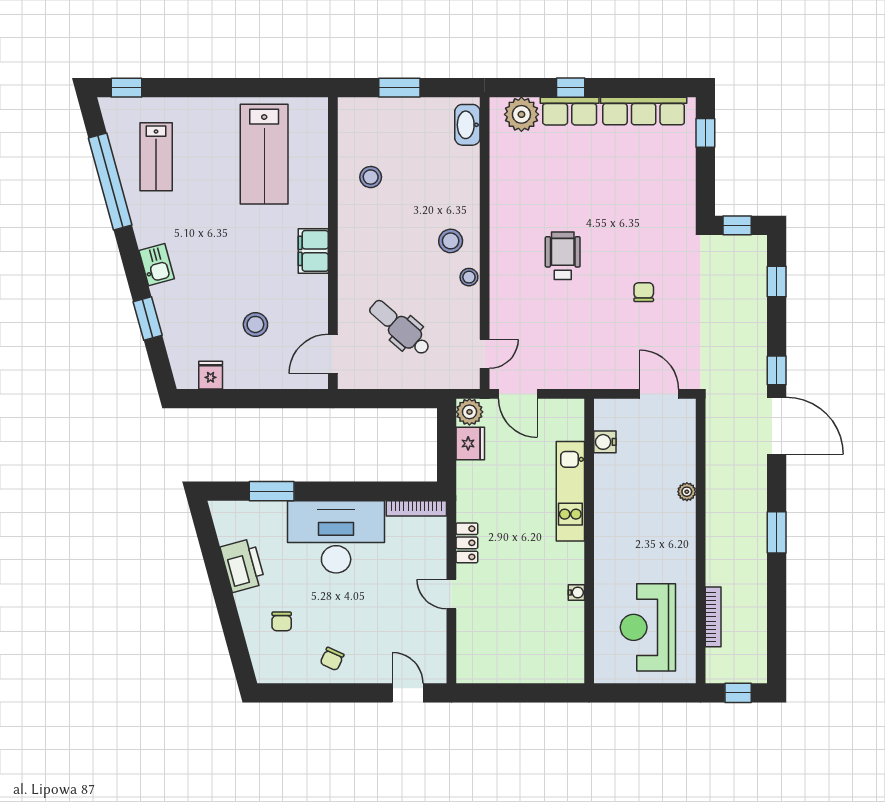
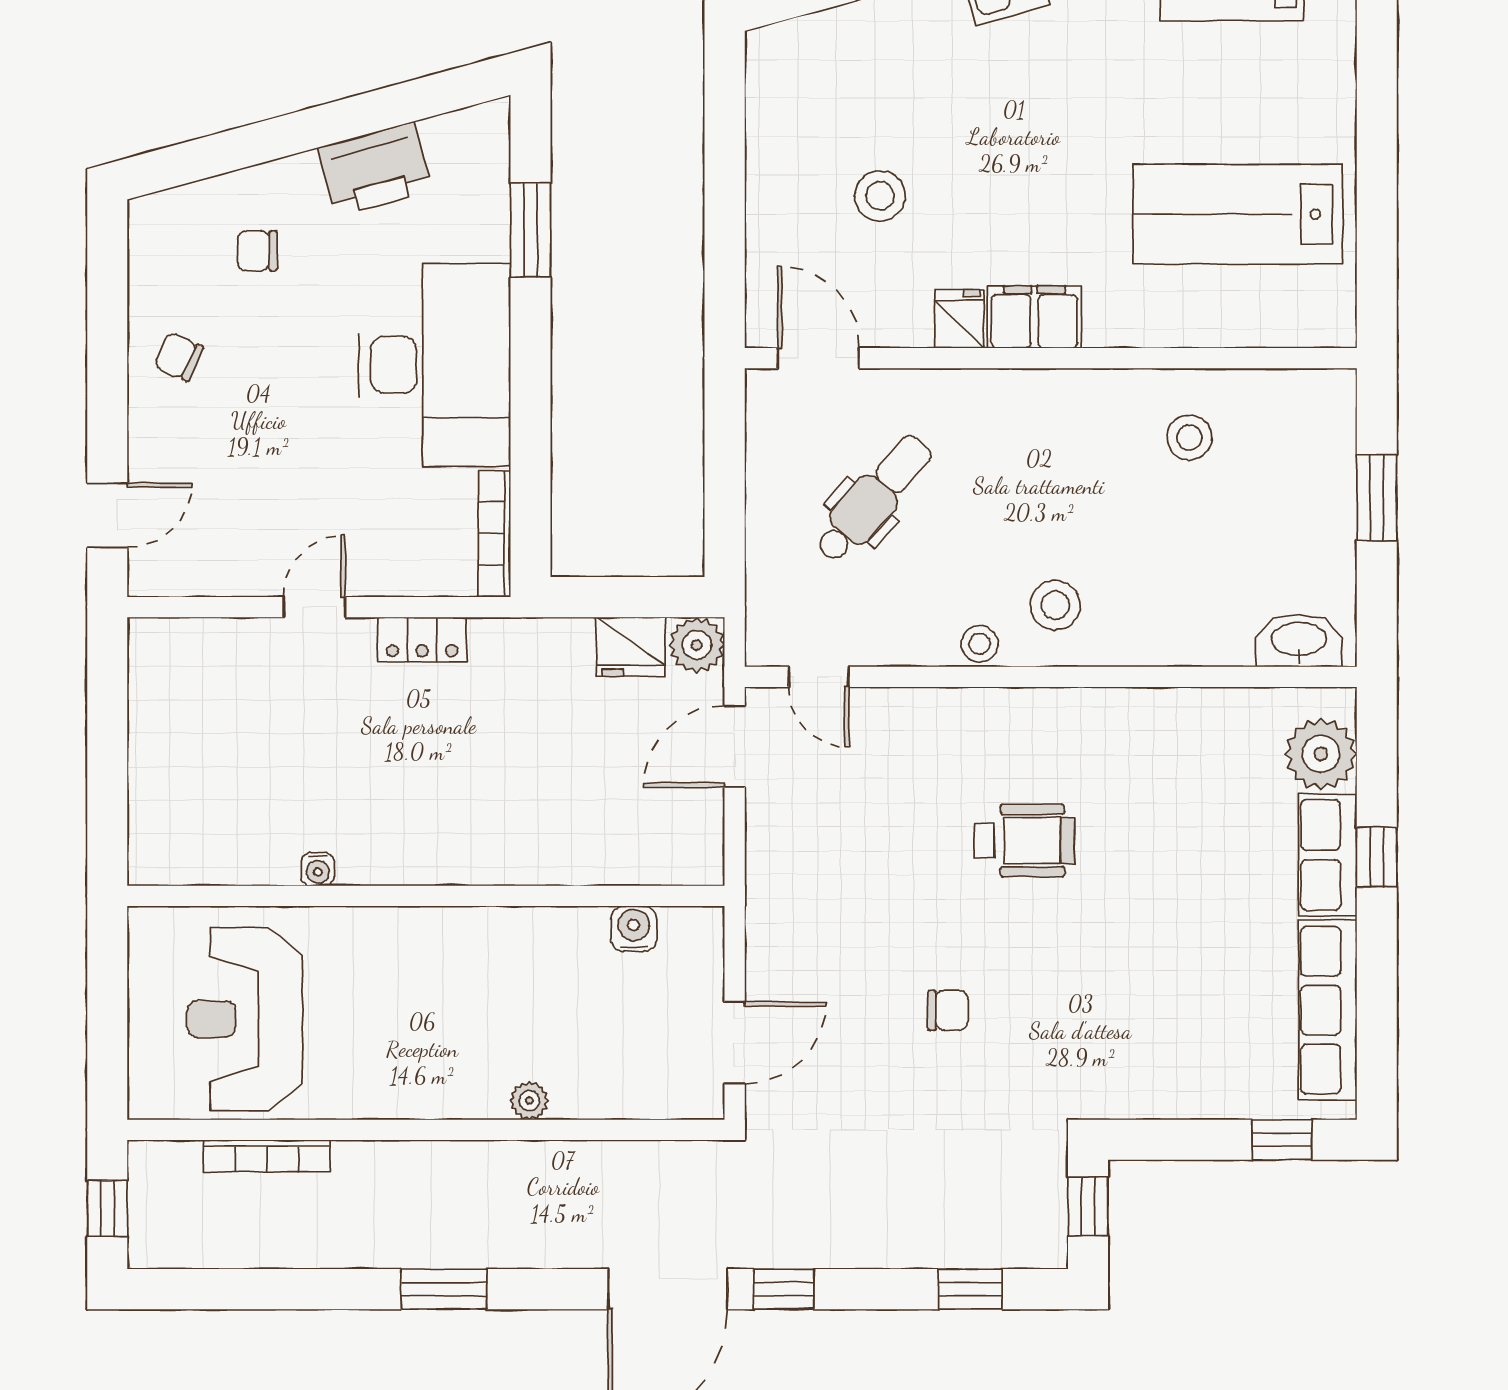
fridge: (211, 375) -> (959, 319), moved, turned -90
kitchen unit: (570, 491) -> (530, 856), removed
reception desk: (648, 627) -> (245, 1019), turned -90

